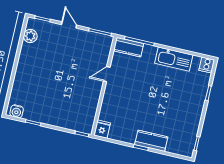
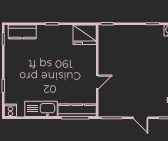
kitchen counter: (129, 47) -> (77, 110), width x1.50
fridge: (102, 129) -> (85, 35), width x1.88, depth x1.34
kitchen counter: (151, 141) -> (22, 32), moved

